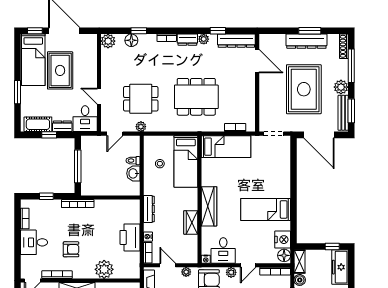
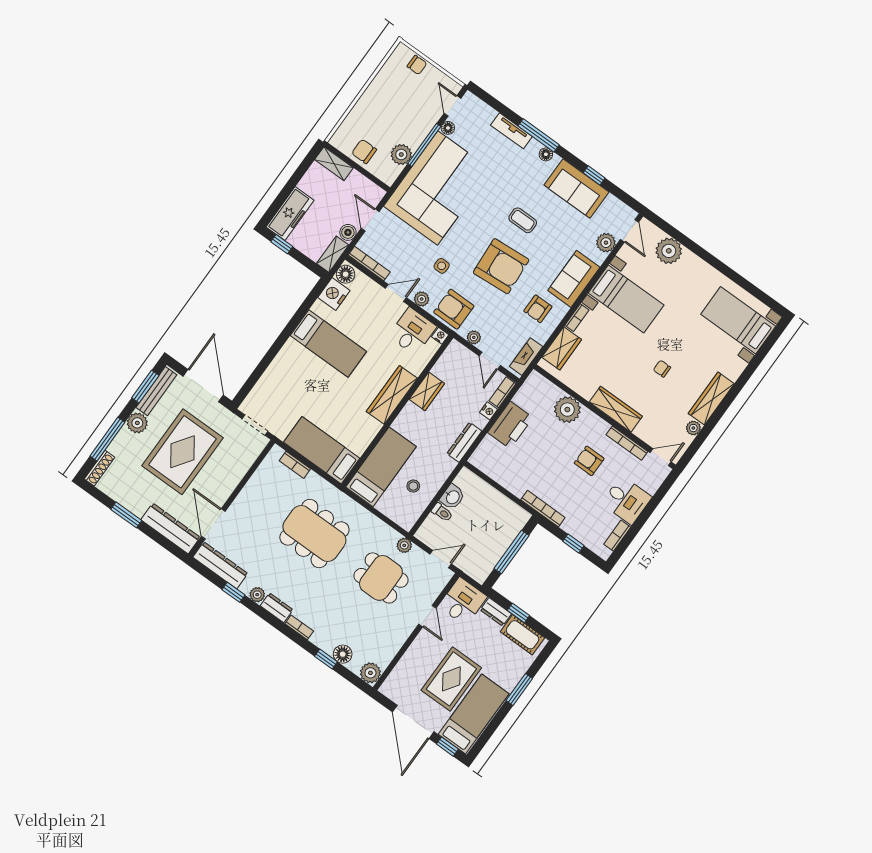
dresser: (306, 41) -> (171, 528), moved

